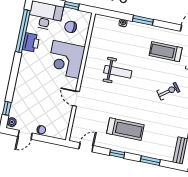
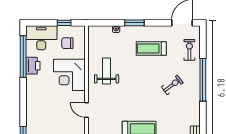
treadmill: (166, 52) -> (151, 49), moved
weight bench: (118, 72) -> (107, 71), moved, turned -90

